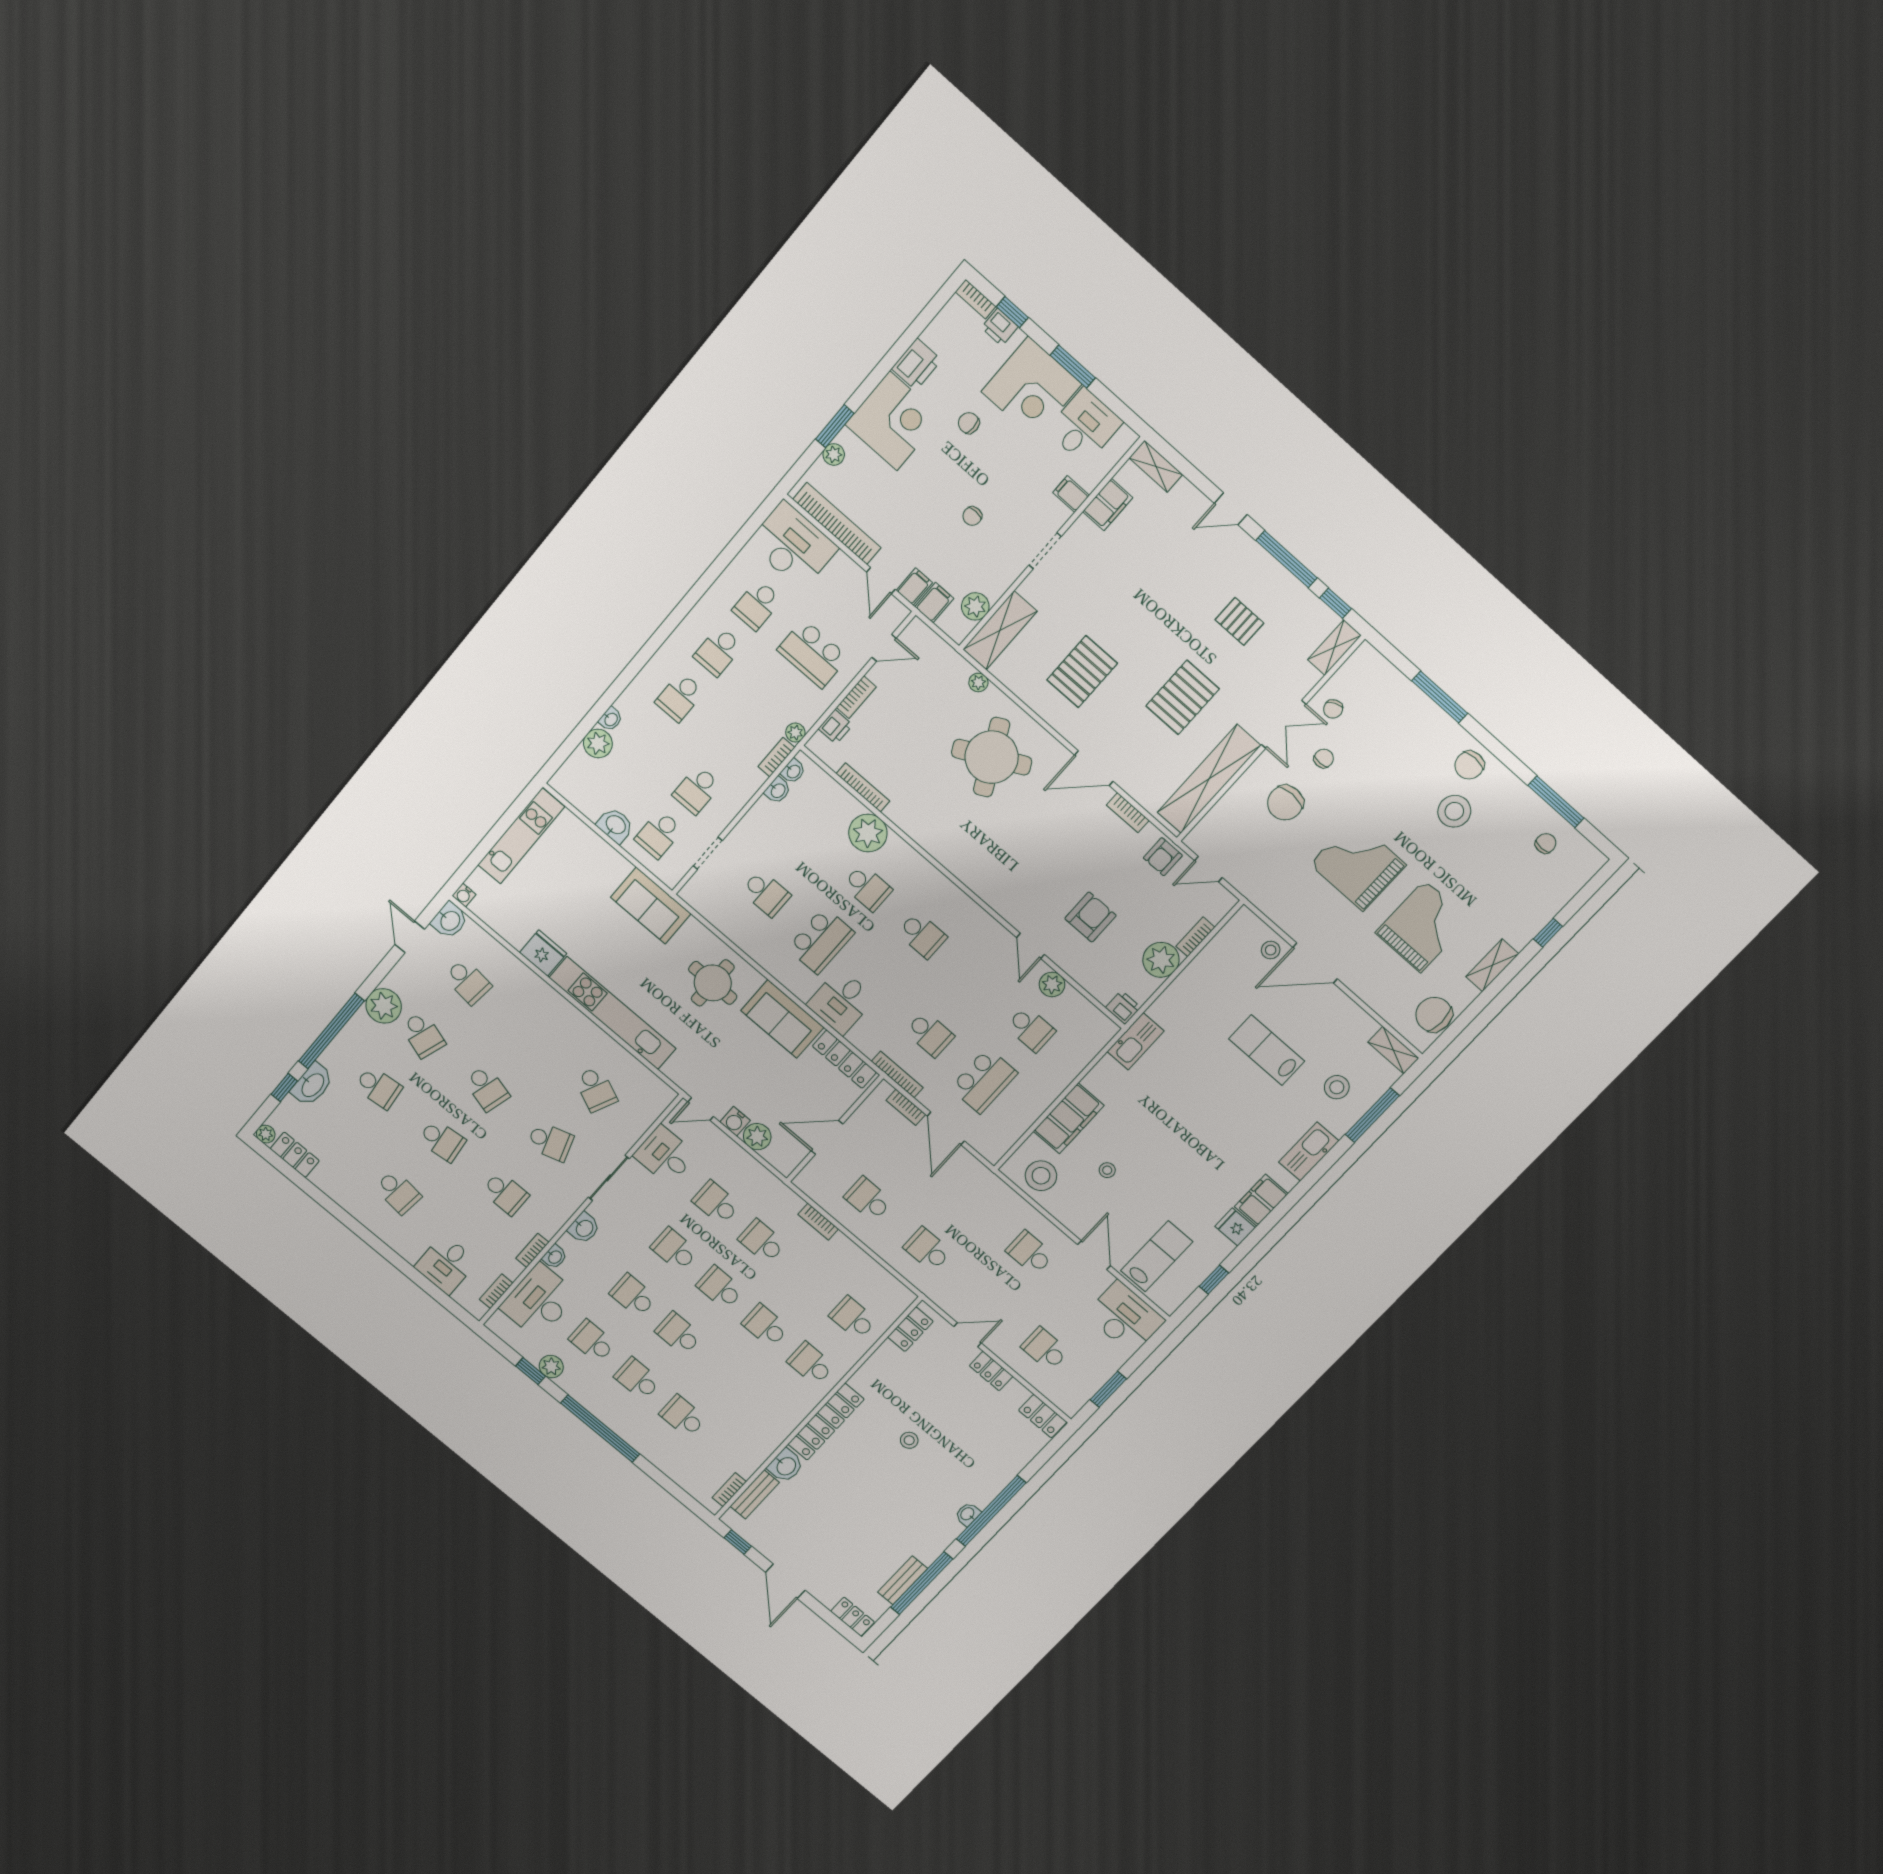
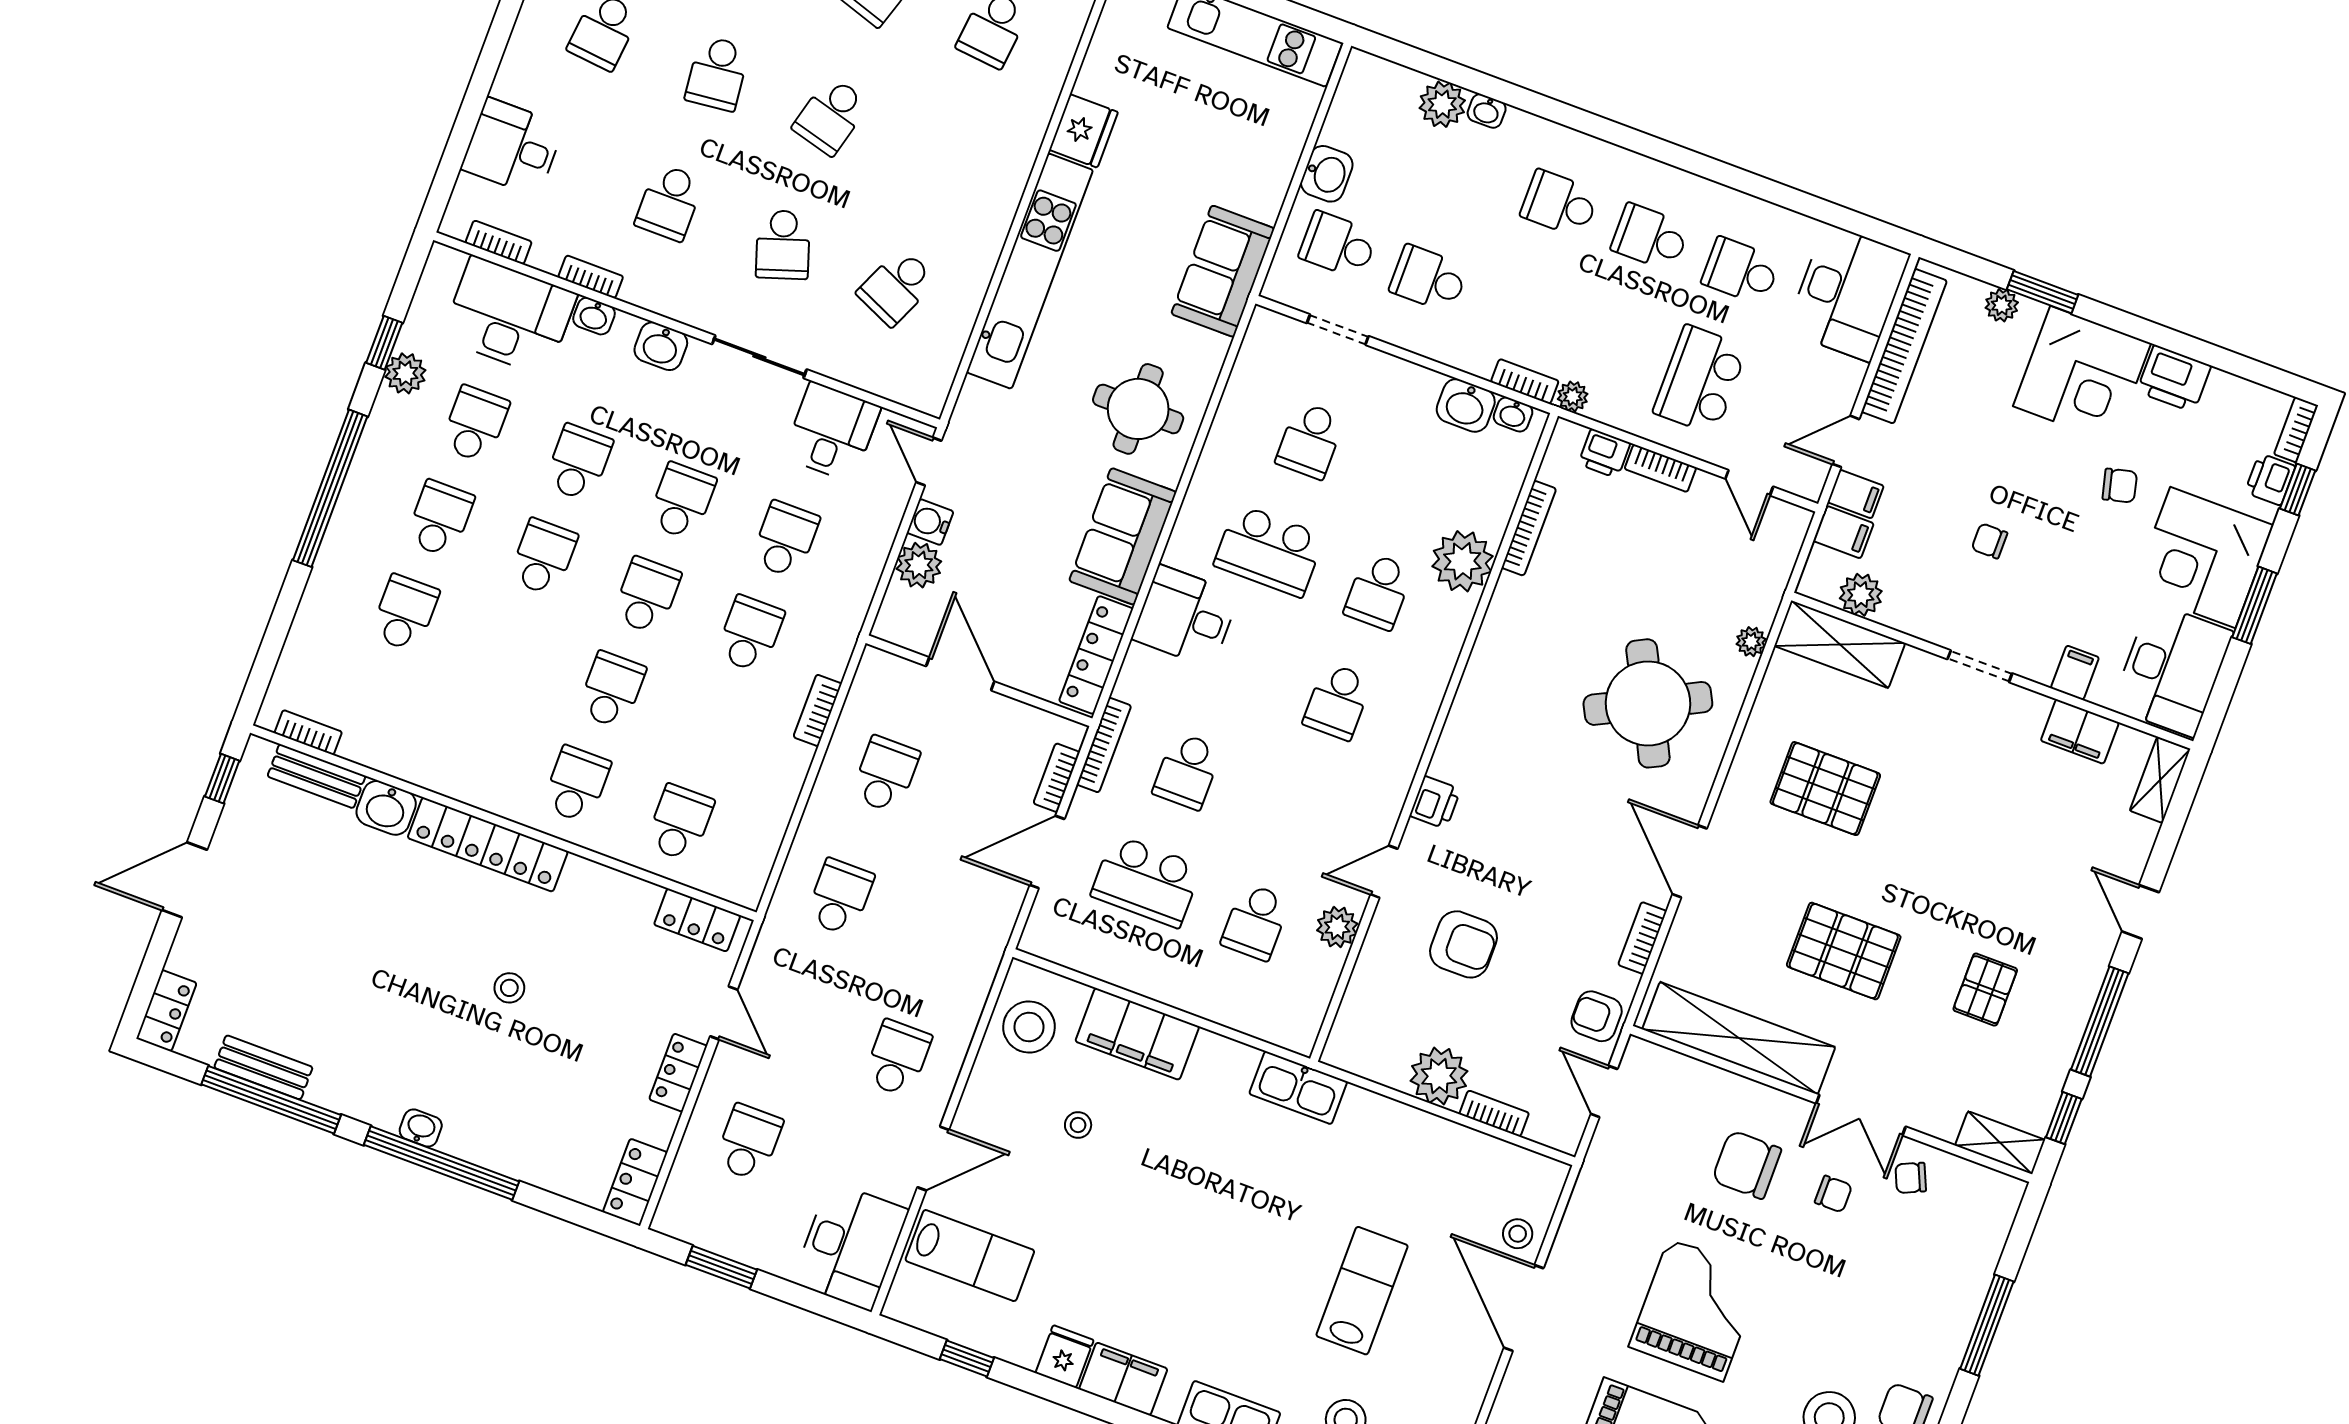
chair: (969, 423) -> (2120, 486), turned 76
desk: (1085, 426) -> (2172, 669), width x1.37
washbasin: (778, 790) -> (1466, 405), width x1.38, depth x1.45
printer: (1123, 1007) -> (1435, 802), moved

